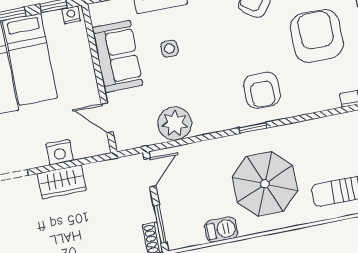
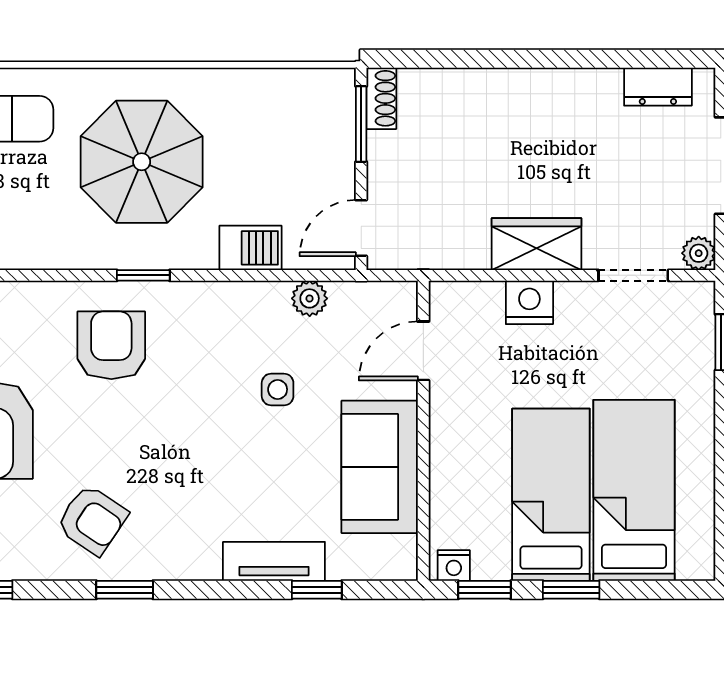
side table: (169, 49) -> (278, 389), moved
door: (107, 118) -> (423, 351), swing flipped
plant: (175, 123) -> (310, 298), width x0.53, depth x0.53
barbecue: (221, 229) -> (250, 248), moved, turned 180

